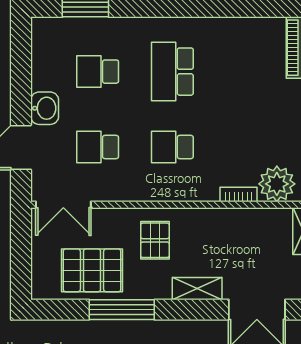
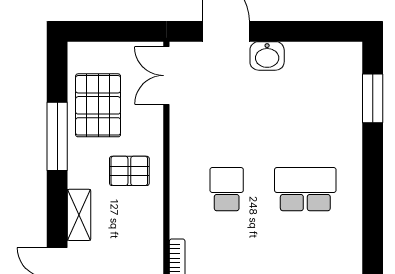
school desk: (98, 72) -> (305, 111), removed
school desk: (98, 147) -> (227, 111), removed

